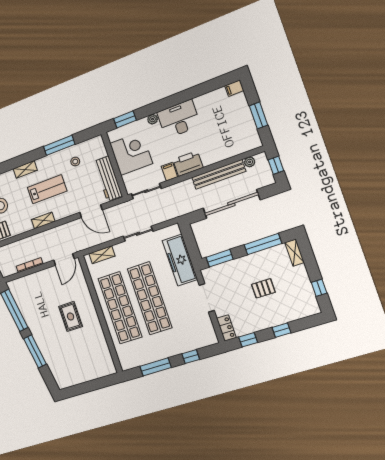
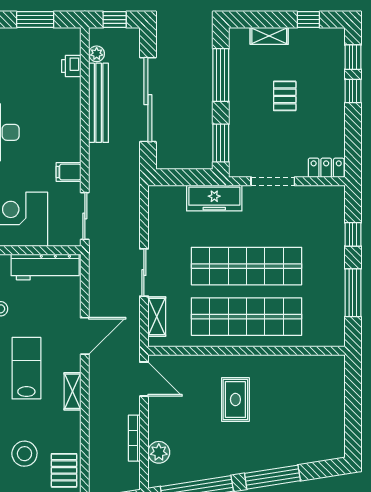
printer: (188, 164) -> (71, 66), moved, width x0.53, depth x0.68
door: (91, 211) -> (85, 336), moved
sliding door: (138, 234) -> (144, 273), moved
shelving: (295, 253) -> (269, 36), moved
freezer: (180, 260) -> (214, 198), width x0.73, depth x0.79
plant: (27, 282) -> (159, 452), added
rug: (71, 316) -> (235, 399), turned 90
window: (248, 340) -> (353, 57), moved

